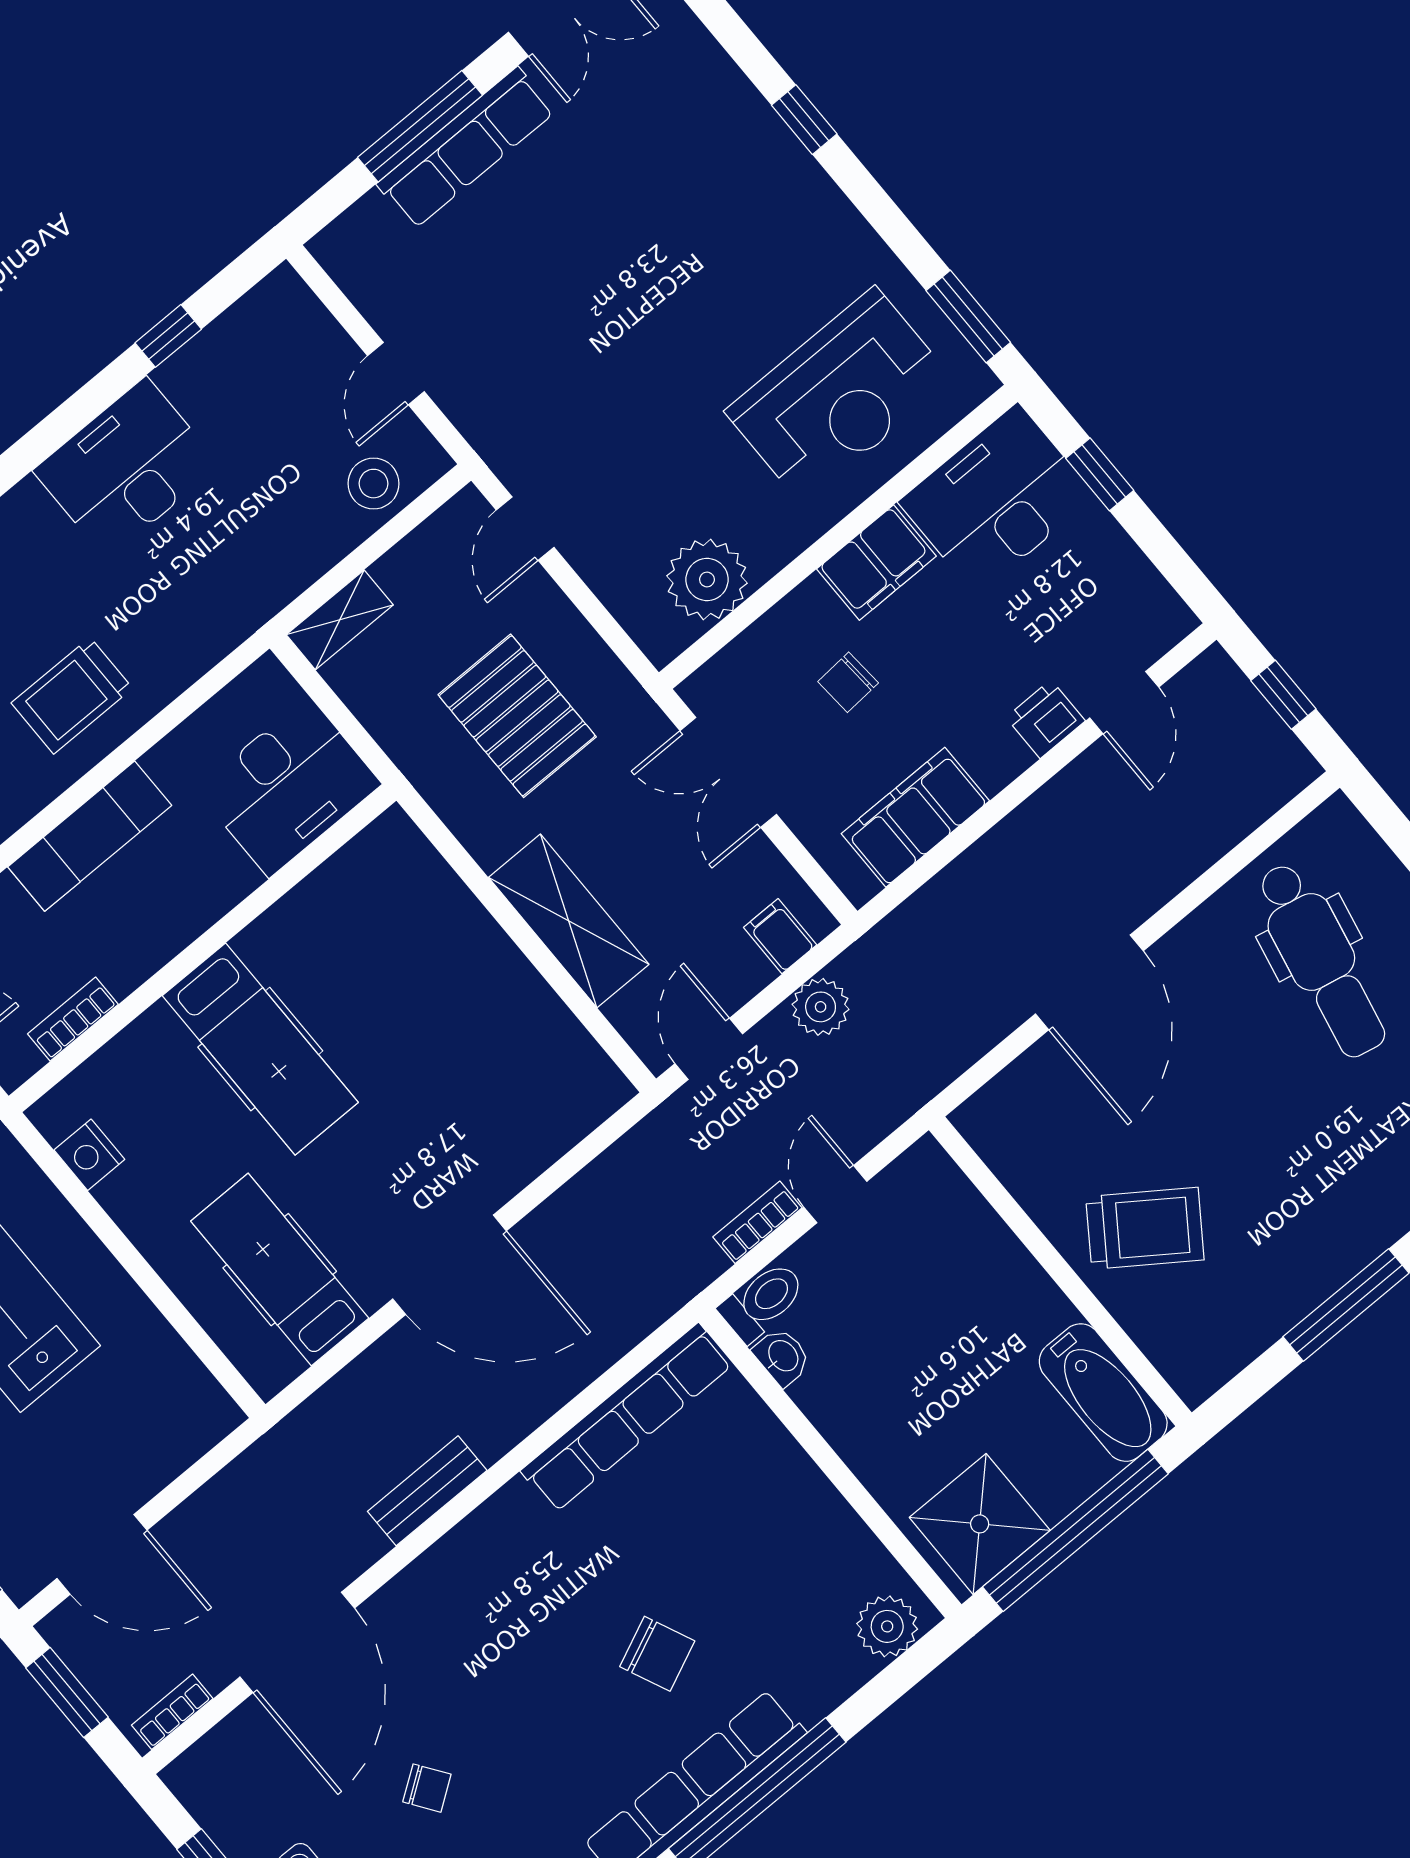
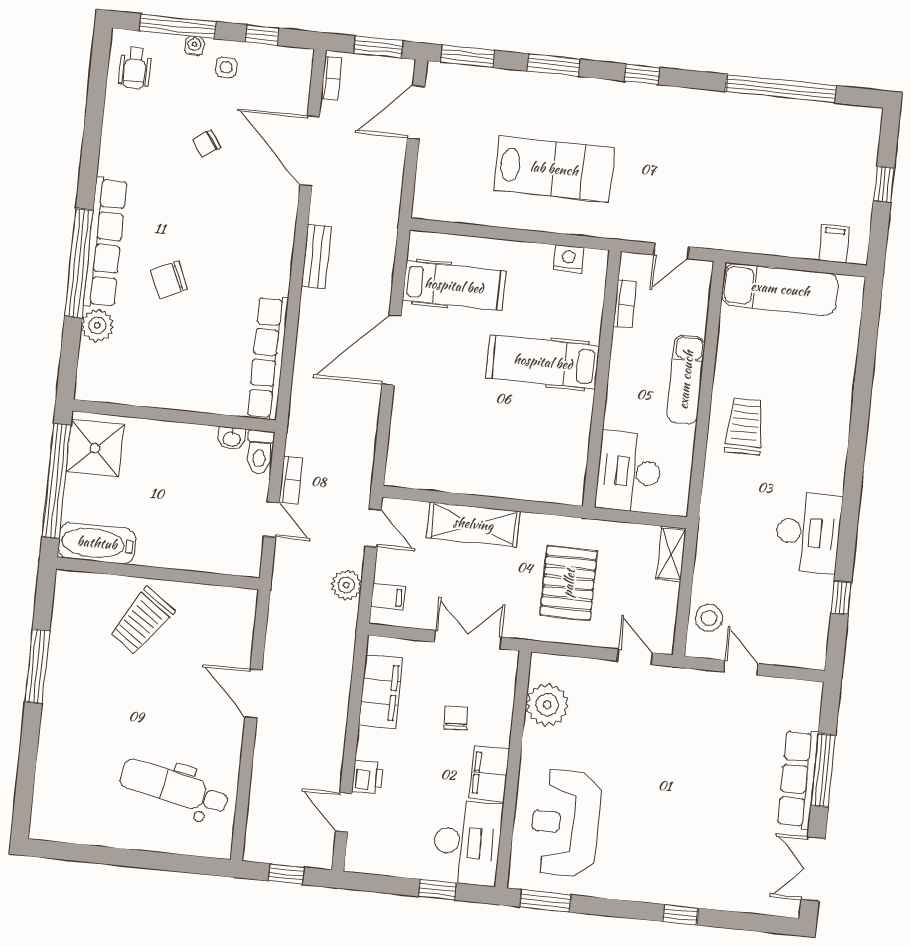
pallet: (517, 716) -> (569, 583), turned 90
door: (1089, 982) -> (254, 694), width x0.73
plant: (887, 1626) -> (97, 325), moved

